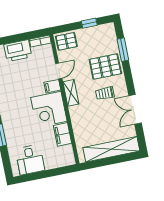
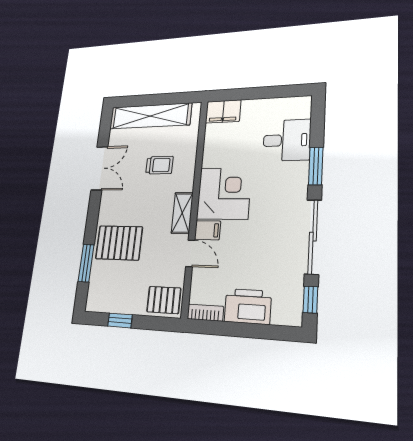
door: (59, 71) -> (190, 253), swing flipped
trolley: (105, 93) -> (159, 165), moved
filing cabinet: (62, 134) -> (223, 111), moved, turned 90
desk: (30, 160) -> (287, 140), moved, turned 90

